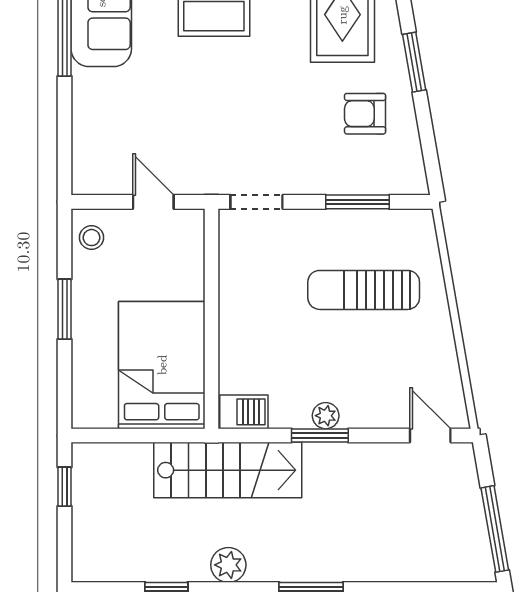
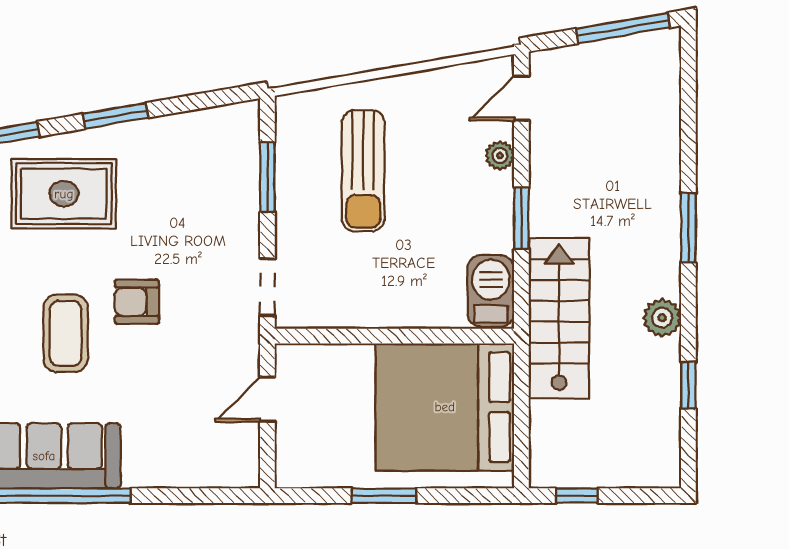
armchair: (365, 114) -> (137, 302), moved, turned 90
stool: (92, 238) -> (306, 466), removed
bed: (162, 365) -> (445, 407), width x1.36
barbecue: (244, 412) -> (491, 291), width x1.38, depth x1.27
plant: (326, 416) -> (500, 156), moved

